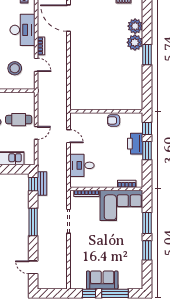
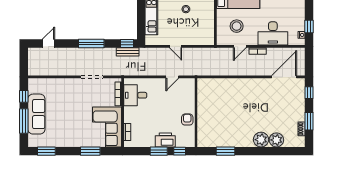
window: (147, 55) -> (226, 151), moved
cafe table: (19, 120) -> (188, 30), removed
desk: (82, 165) -> (135, 95), moved, turned -90
window: (147, 250) -> (46, 151), moved
sofa: (102, 280) -> (36, 114), width x1.36

